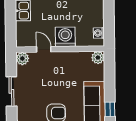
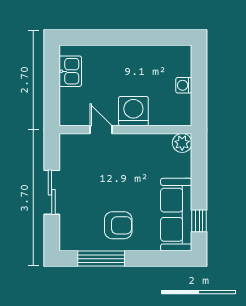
washing machine: (99, 33) -> (184, 85), moved
plant: (22, 59) -> (69, 143), removed

